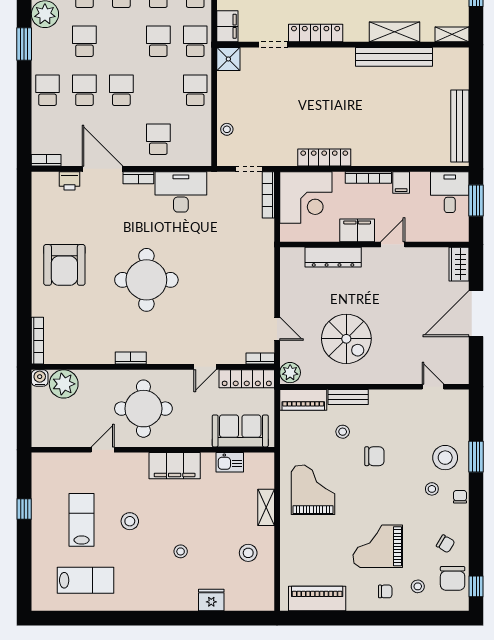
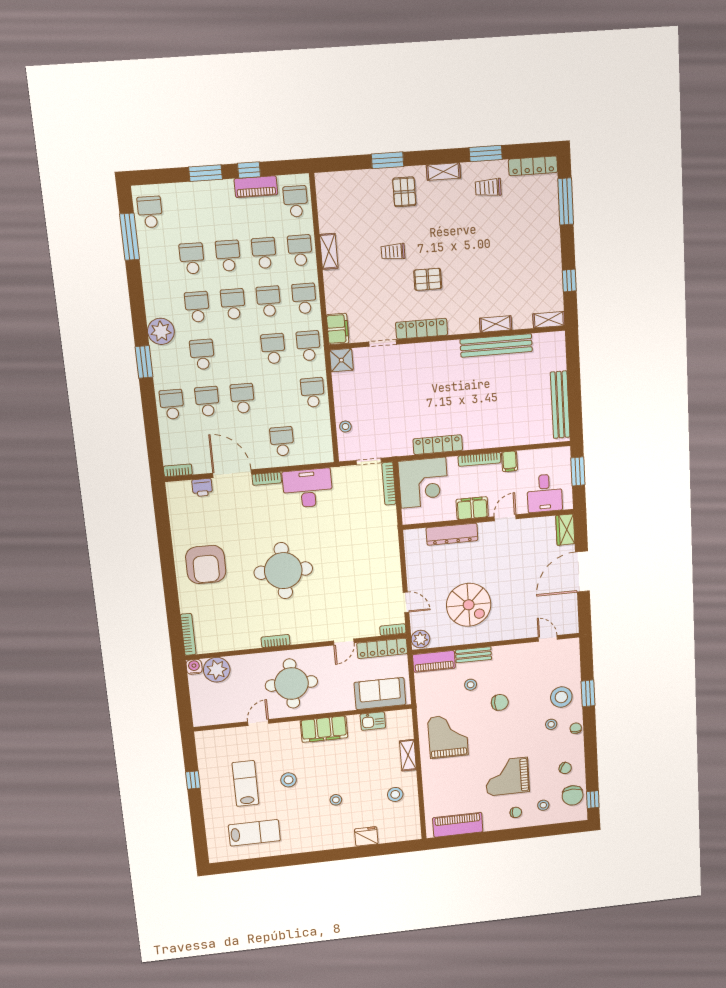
shelving: (395, 32) -> (496, 324), width x0.67, depth x0.75
desk: (450, 192) -> (545, 493), moved, turned 180

